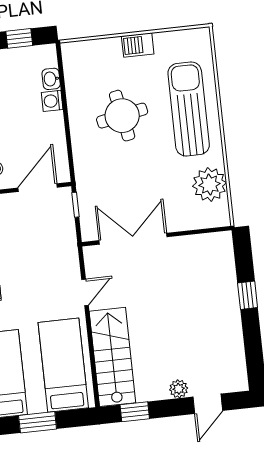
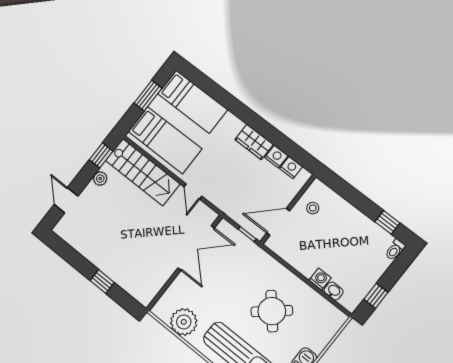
round table: (122, 116) -> (272, 311), turned -30
door: (38, 188) -> (278, 222), swing flipped
plant: (179, 389) -> (100, 179), moved

